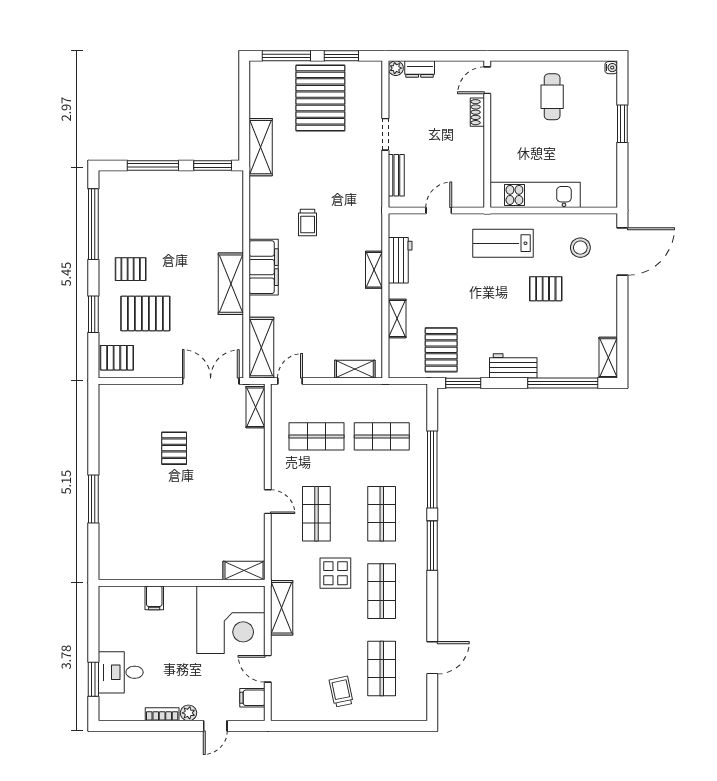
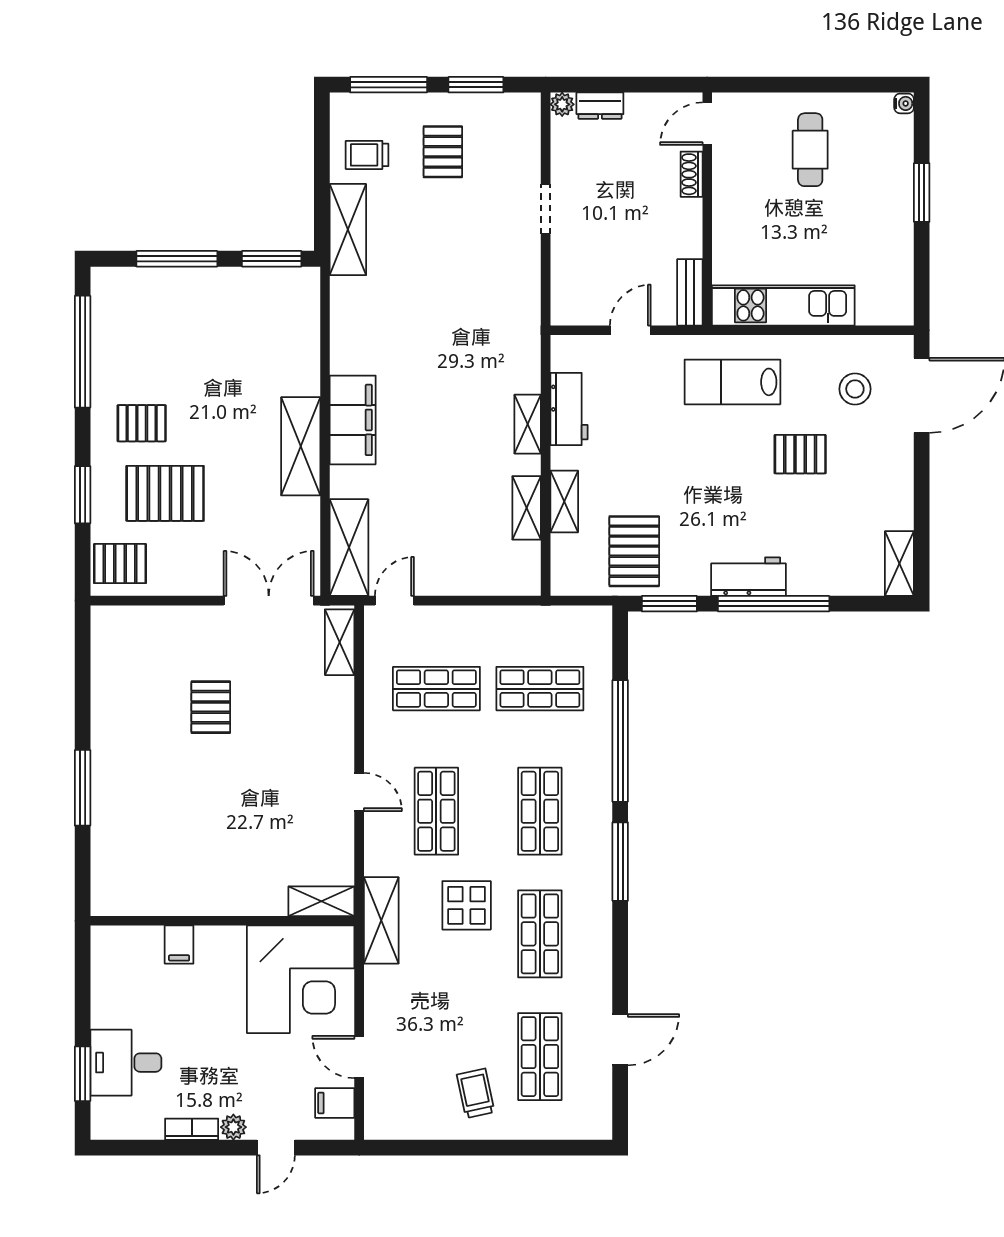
pallet: (320, 98) -> (443, 152), width x0.49, depth x0.50
bench: (396, 175) -> (690, 292), moved
trolley: (308, 223) -> (367, 155), moved, turned 90
shelving: (355, 369) -> (527, 508), moved, turned 90
window: (563, 383) -> (774, 604), moved
shelving: (282, 608) -> (381, 920), moved

